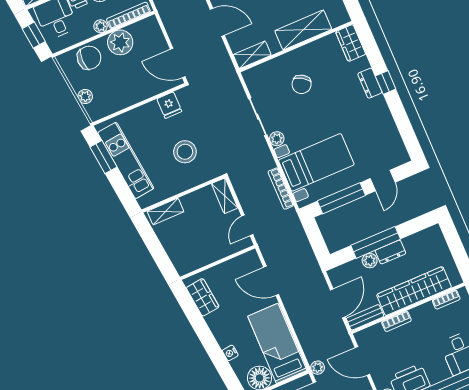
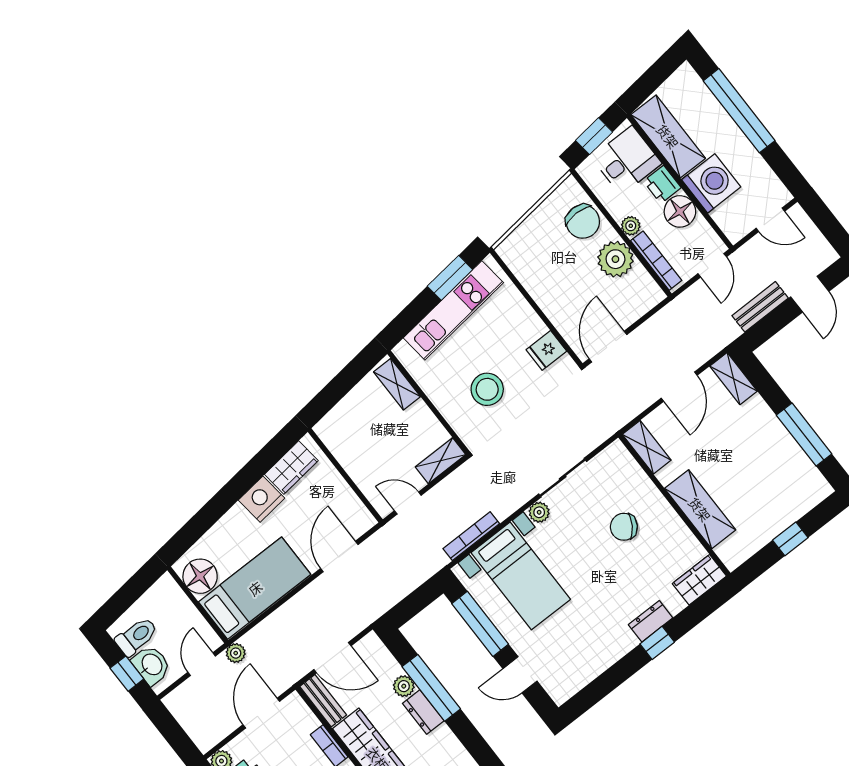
plant: (85, 97) -> (527, 230), removed
nightstand: (230, 353) -> (261, 499), moved, width x1.89, depth x1.79

